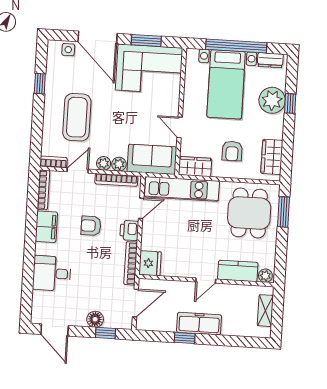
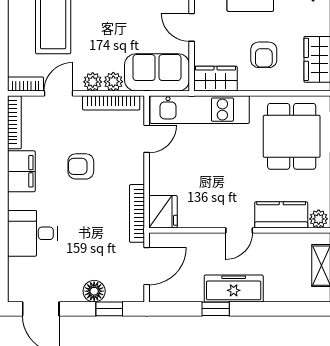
printer: (129, 230) -> (133, 170), removed

